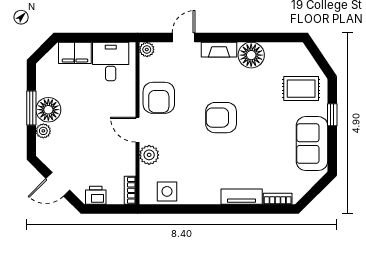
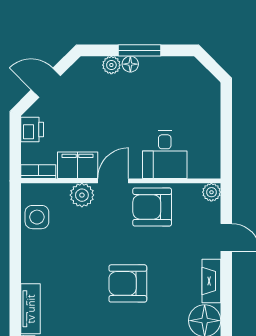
filing cabinet: (75, 53) -> (78, 165), moved, turned 90
desk: (111, 61) -> (165, 155), moved, turned 90
floor lamp: (48, 110) -> (130, 64), width x0.53, depth x0.53
armchair: (221, 118) -> (128, 283), turned -90
door: (58, 184) -> (46, 83), hinge flipped

